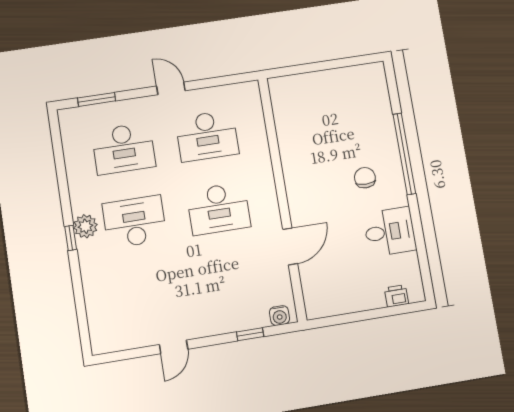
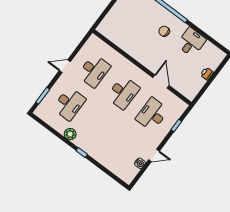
desk: (135, 222) -> (152, 114), moved
plant: (85, 226) -> (70, 134), moved
printer: (396, 296) -> (207, 74), moved
water cooler: (279, 316) -> (140, 163), moved
door: (174, 347) -> (154, 155), hinge flipped

